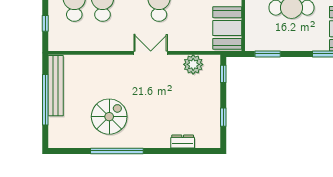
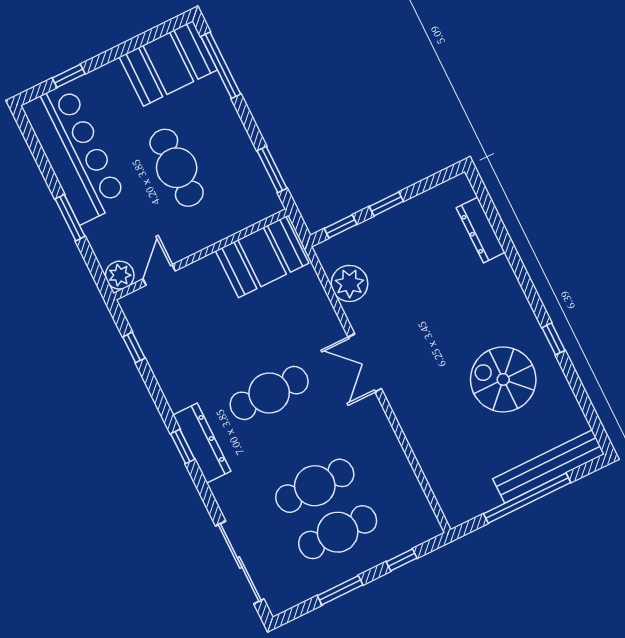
bench: (56, 86) -> (549, 466), moved
window: (223, 117) -> (386, 204), moved
dresser: (183, 142) -> (481, 230), width x1.44
window: (117, 151) -> (554, 339), width x0.32

